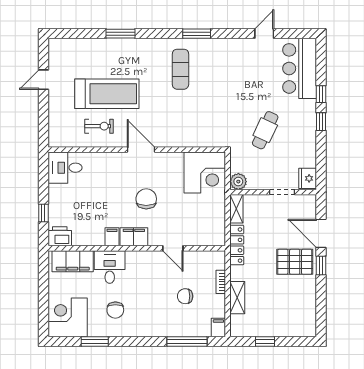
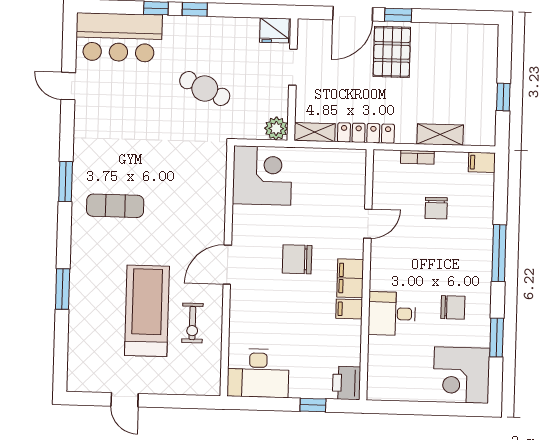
exercise bike: (99, 126) -> (192, 323), turned 180
desk: (65, 168) -> (258, 373), width x1.37
filing cabinet: (73, 261) -> (382, 366), removed
window: (187, 342) -> (499, 253), moved

